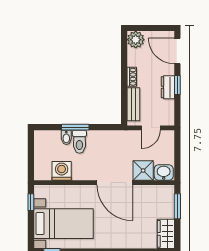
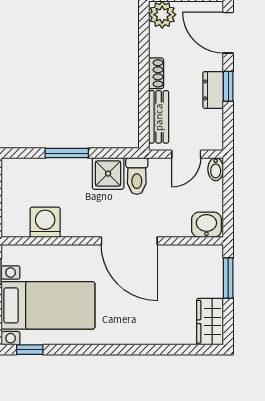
bidet: (66, 137) -> (216, 169), moved
toilet: (79, 142) -> (137, 176), moved
shower: (143, 171) -> (108, 174), moved

